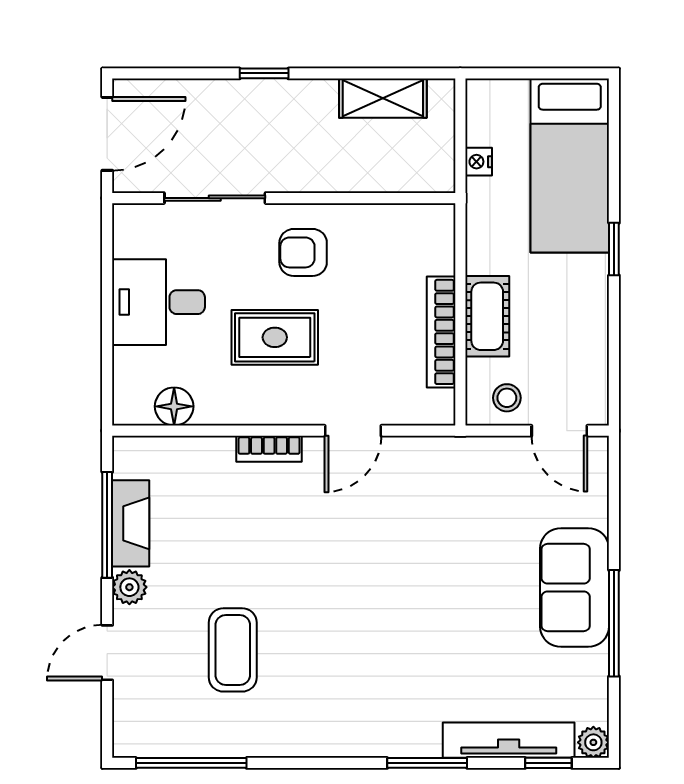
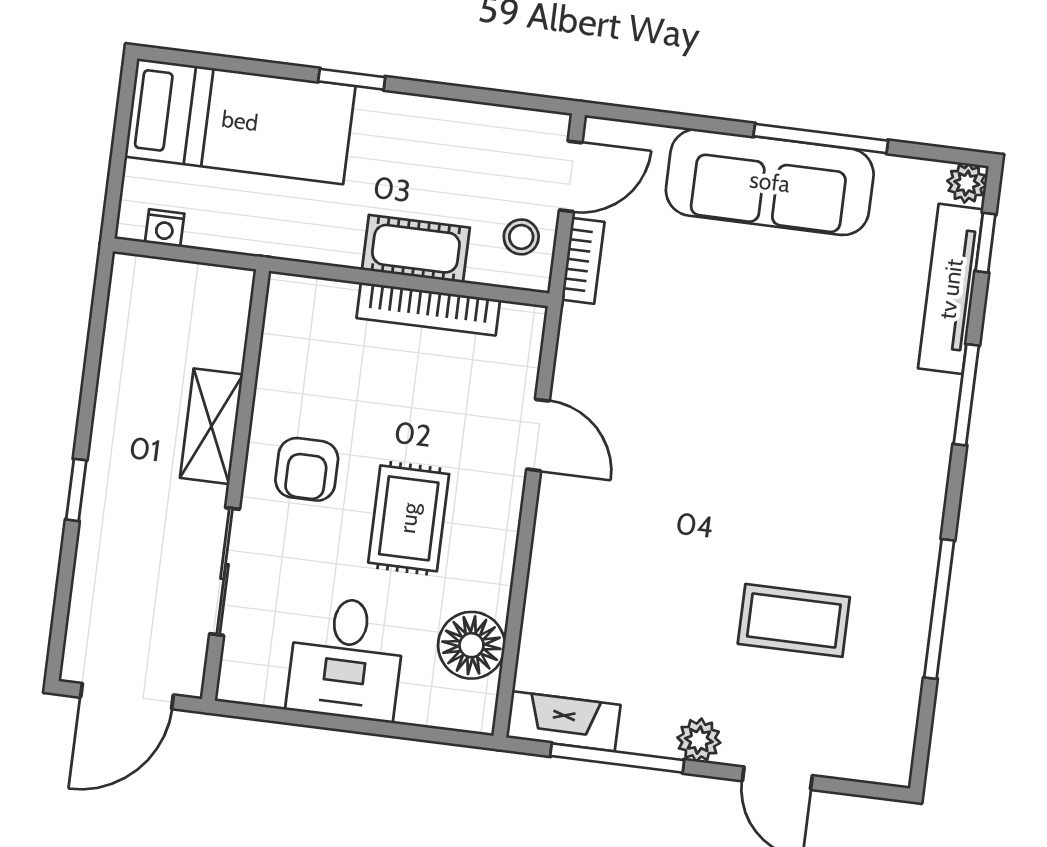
shelving: (383, 98) -> (211, 426), moved
door: (107, 134) -> (127, 696), swing flipped
nightstand: (479, 162) -> (165, 228), moved
floor lamp: (174, 406) -> (471, 645), width x1.38, depth x1.38
bookcase: (269, 449) -> (583, 261), moved
fireplace: (131, 523) -> (563, 721), moved
sofa: (575, 587) -> (770, 182), width x1.36
window: (191, 763) -> (939, 609), moved

